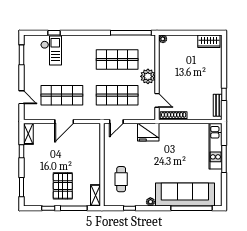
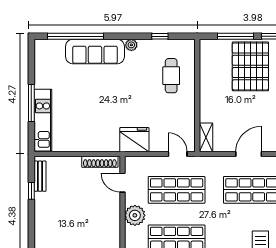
door: (116, 121) -> (178, 154), hinge flipped
pallet: (63, 186) -> (250, 66), width x1.37, depth x1.41
sofa: (185, 194) -> (95, 51), width x0.74, depth x0.79
shelving: (96, 195) -> (206, 137), moved

